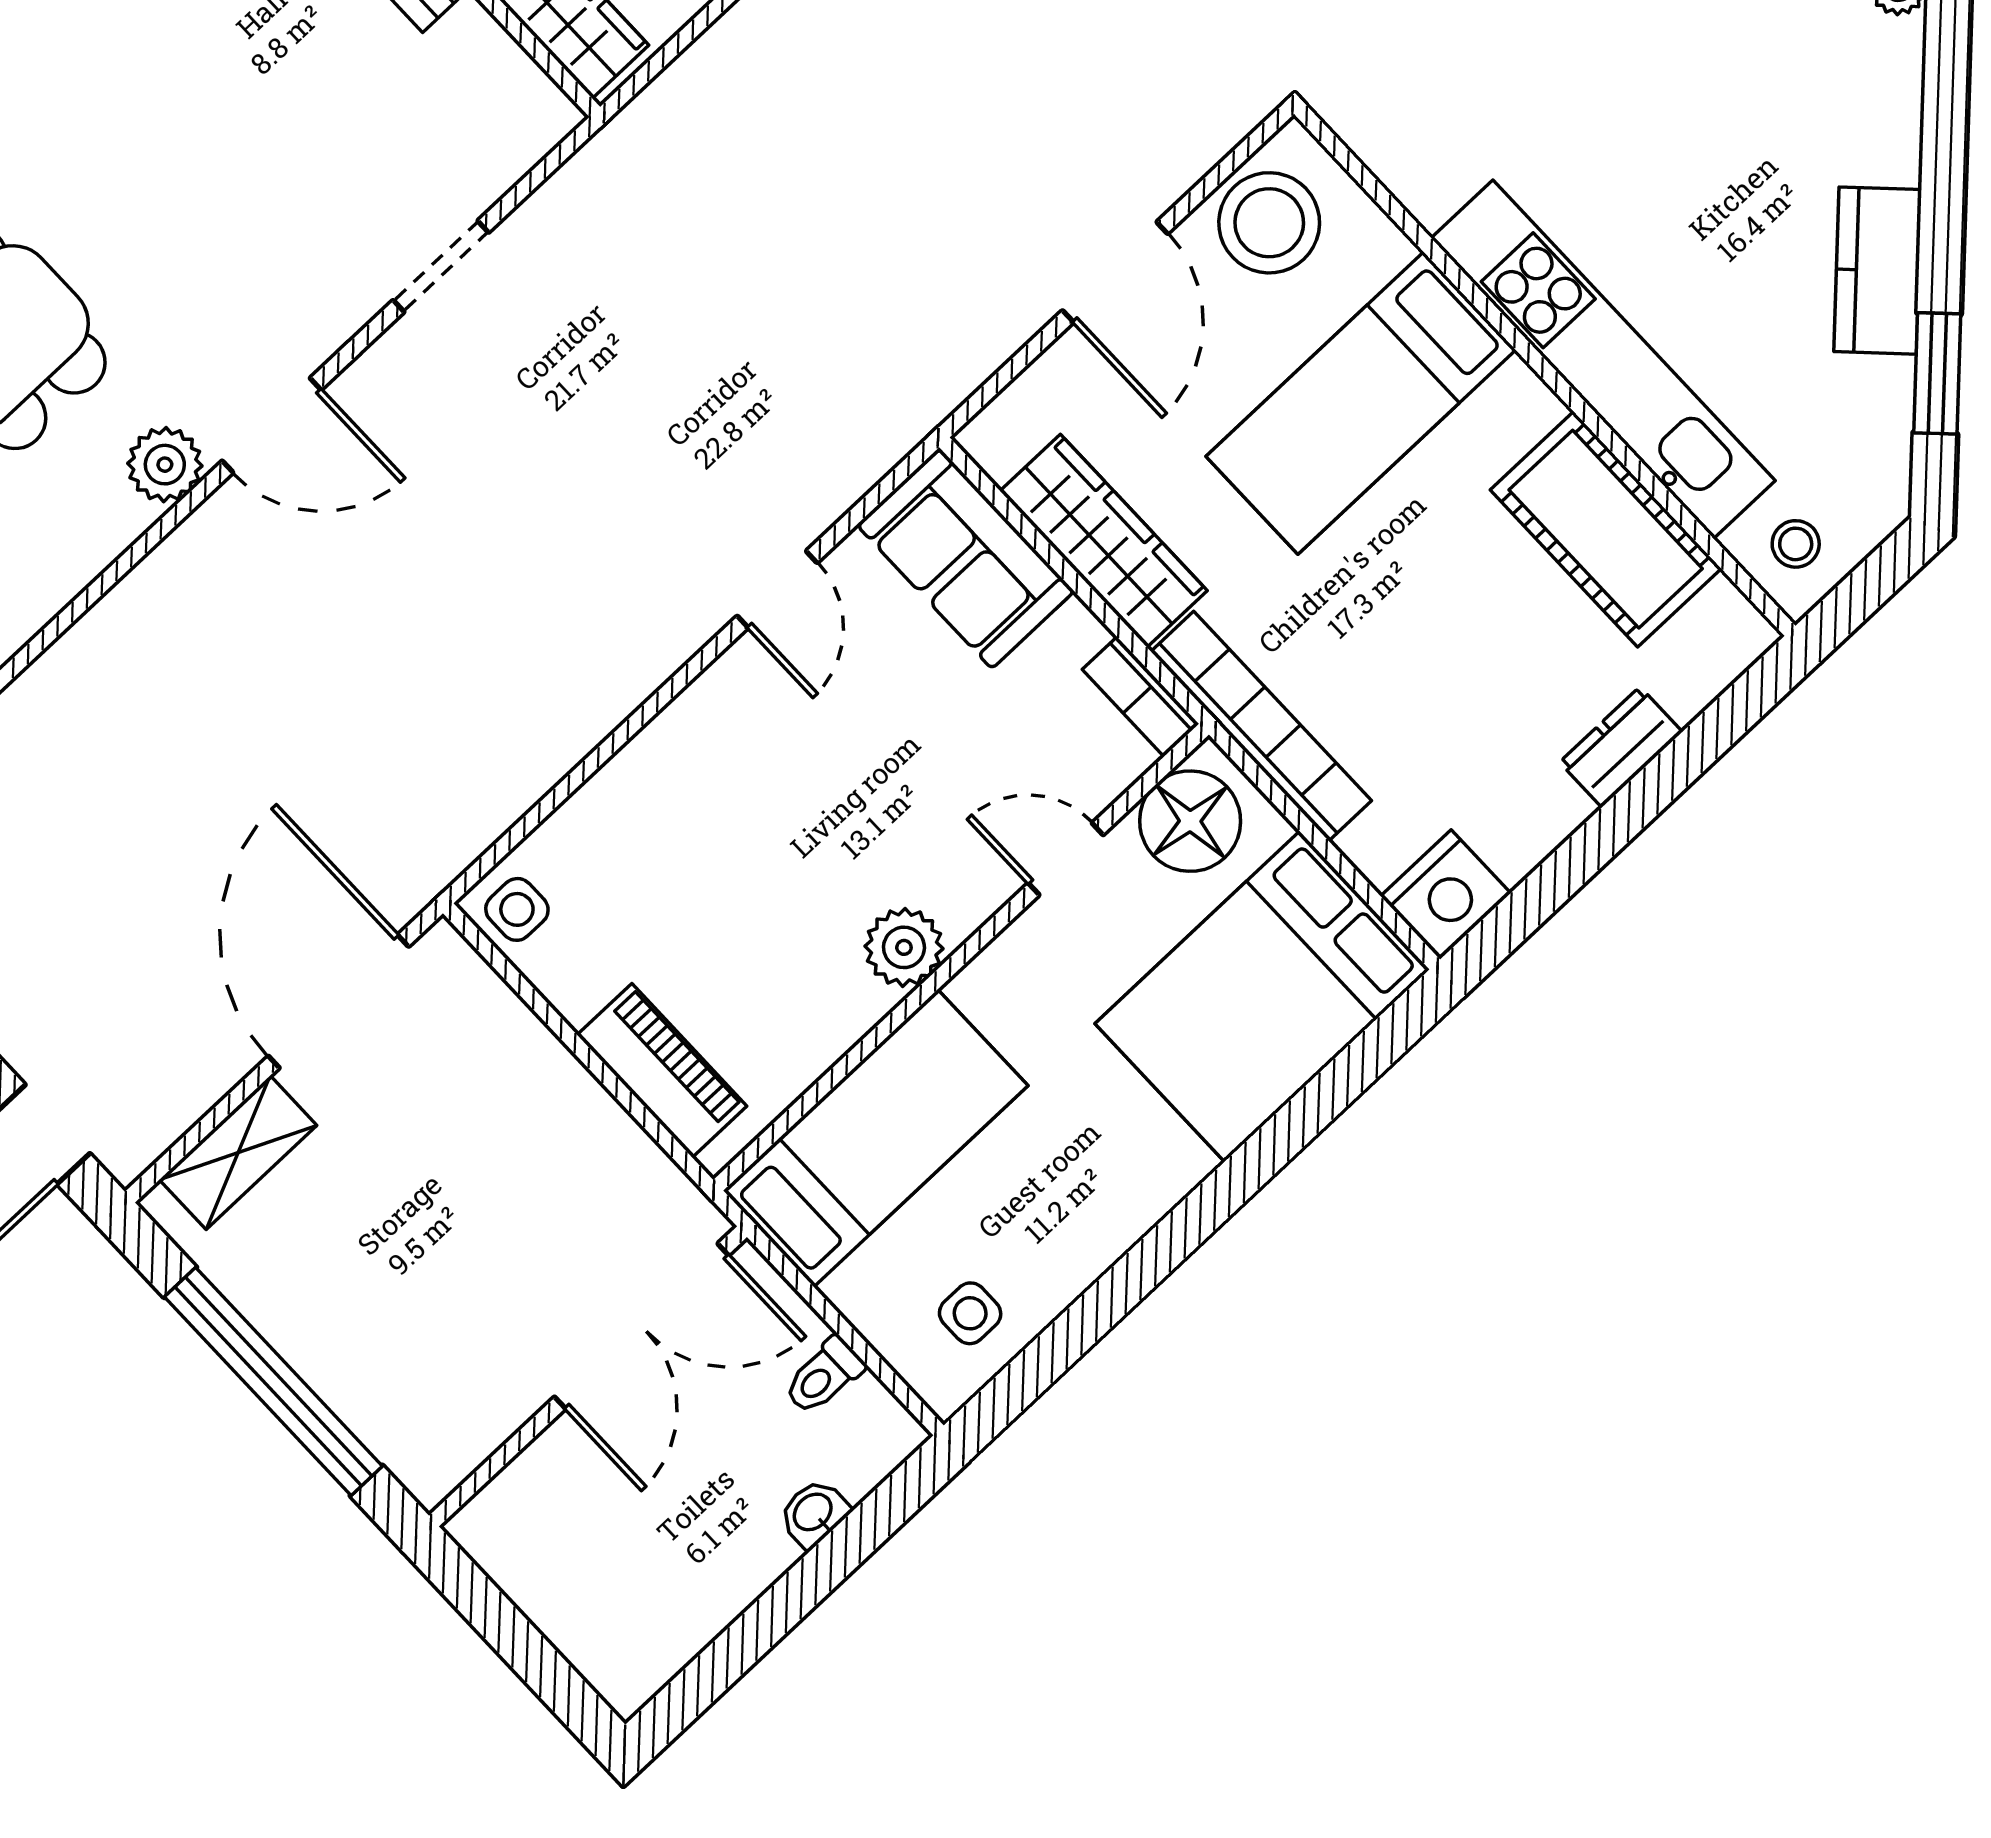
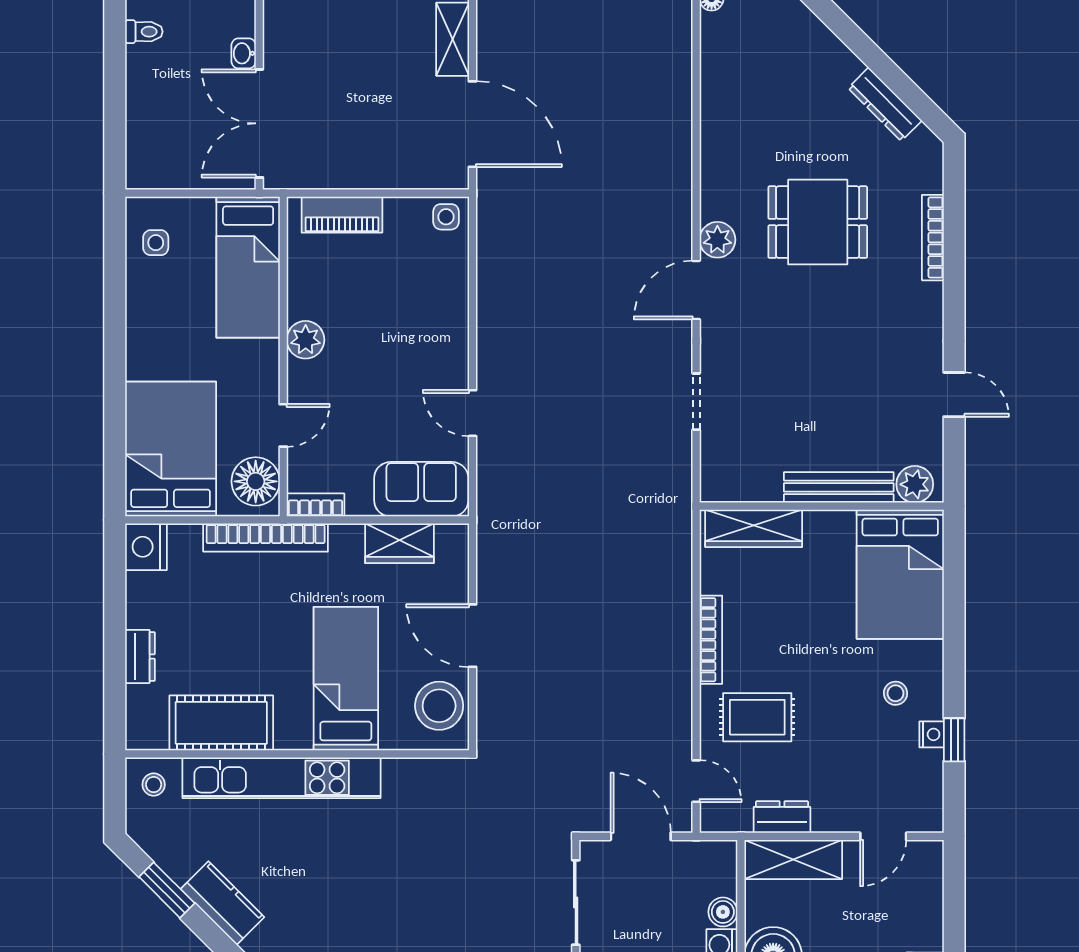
wardrobe: (1104, 541) -> (399, 543), width x0.67
toilet: (824, 1376) -> (144, 32), moved, turned 90
washbasin: (814, 1513) -> (244, 53), moved, turned 180

